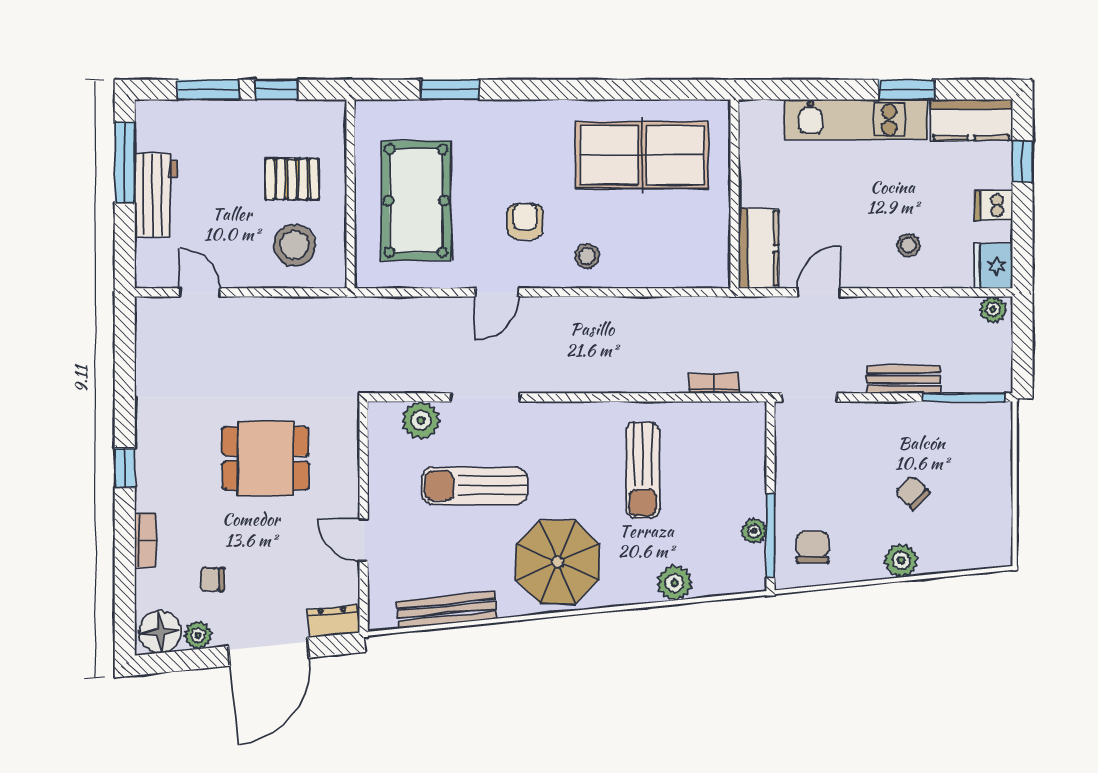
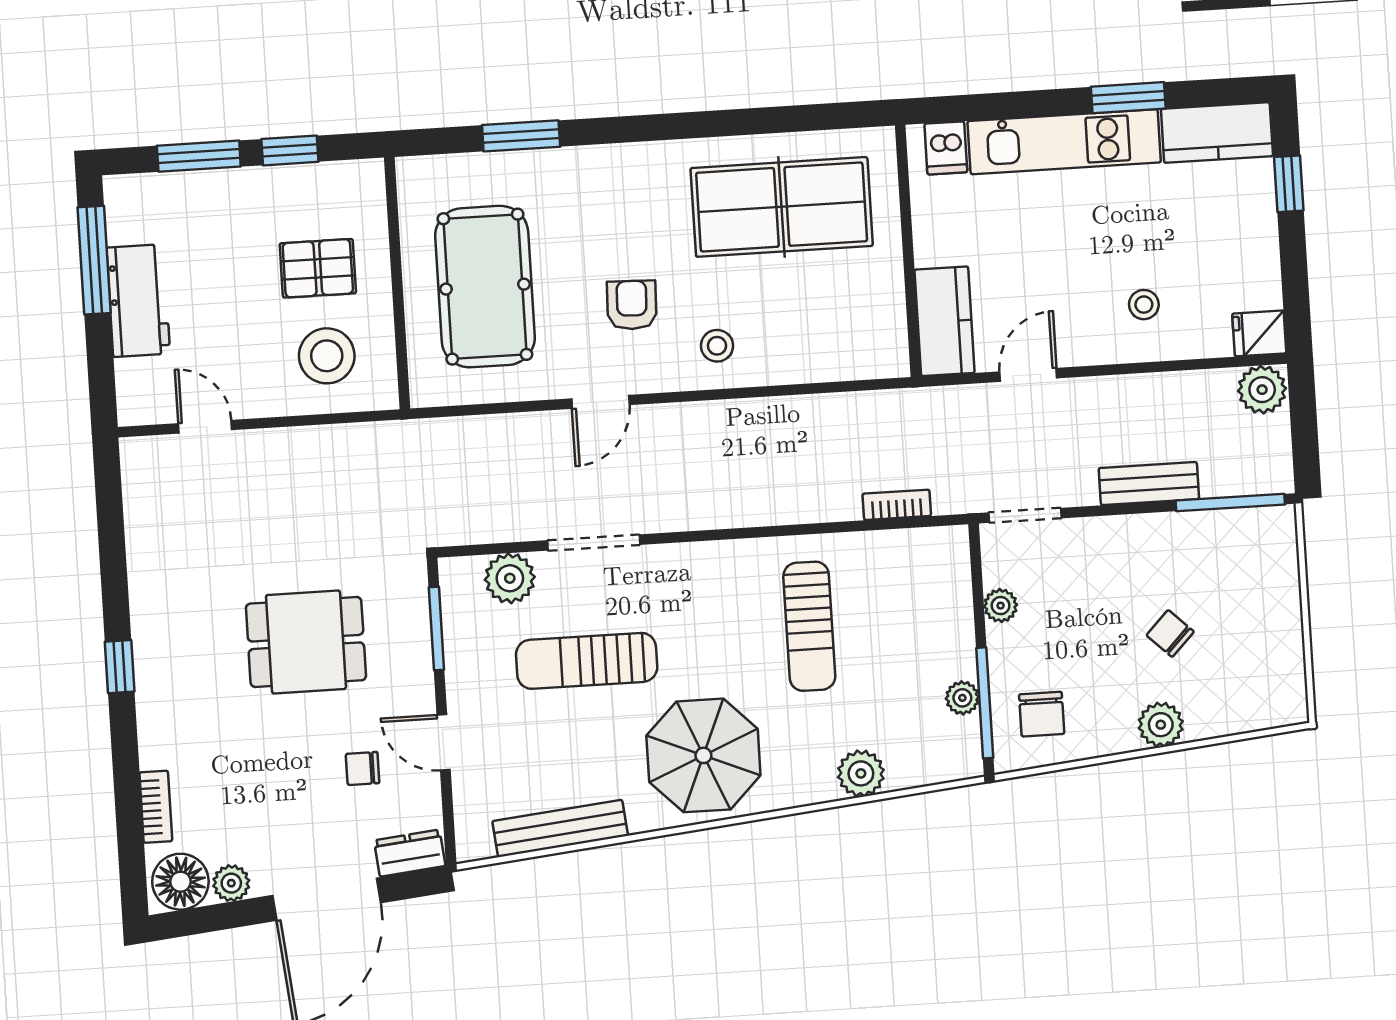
dishwasher: (994, 205) -> (946, 148), moved, turned -90
fridge: (993, 266) -> (1259, 333), width x0.72
plant: (993, 310) -> (1262, 390), width x1.38, depth x1.38
window: (364, 454) -> (436, 629), added
plant: (787, 464) -> (1001, 606), added
bookcase: (145, 541) -> (156, 807), moved
chair: (813, 547) -> (1042, 714), turned 180
chair: (212, 579) -> (363, 768), moved

